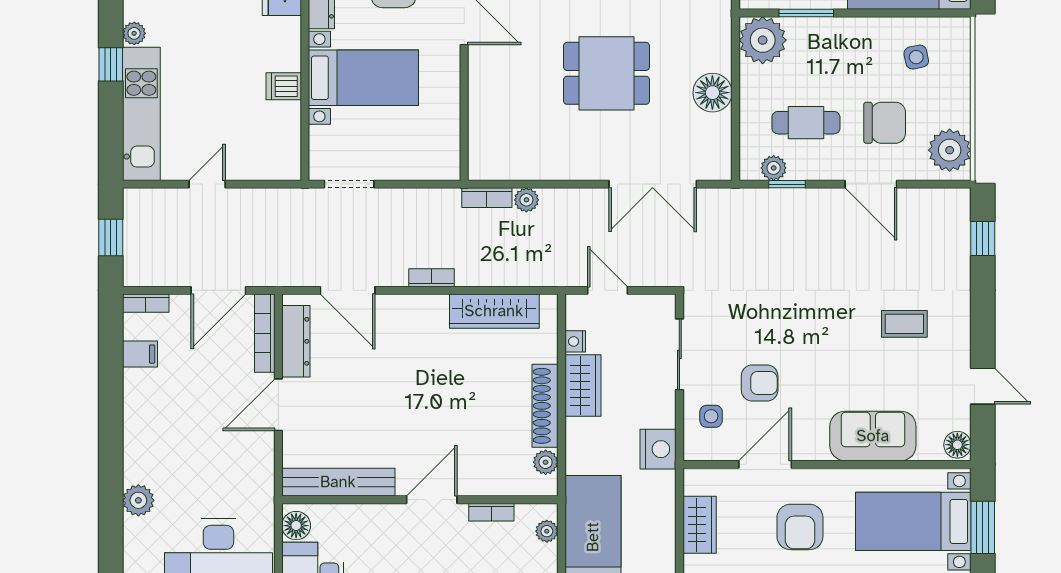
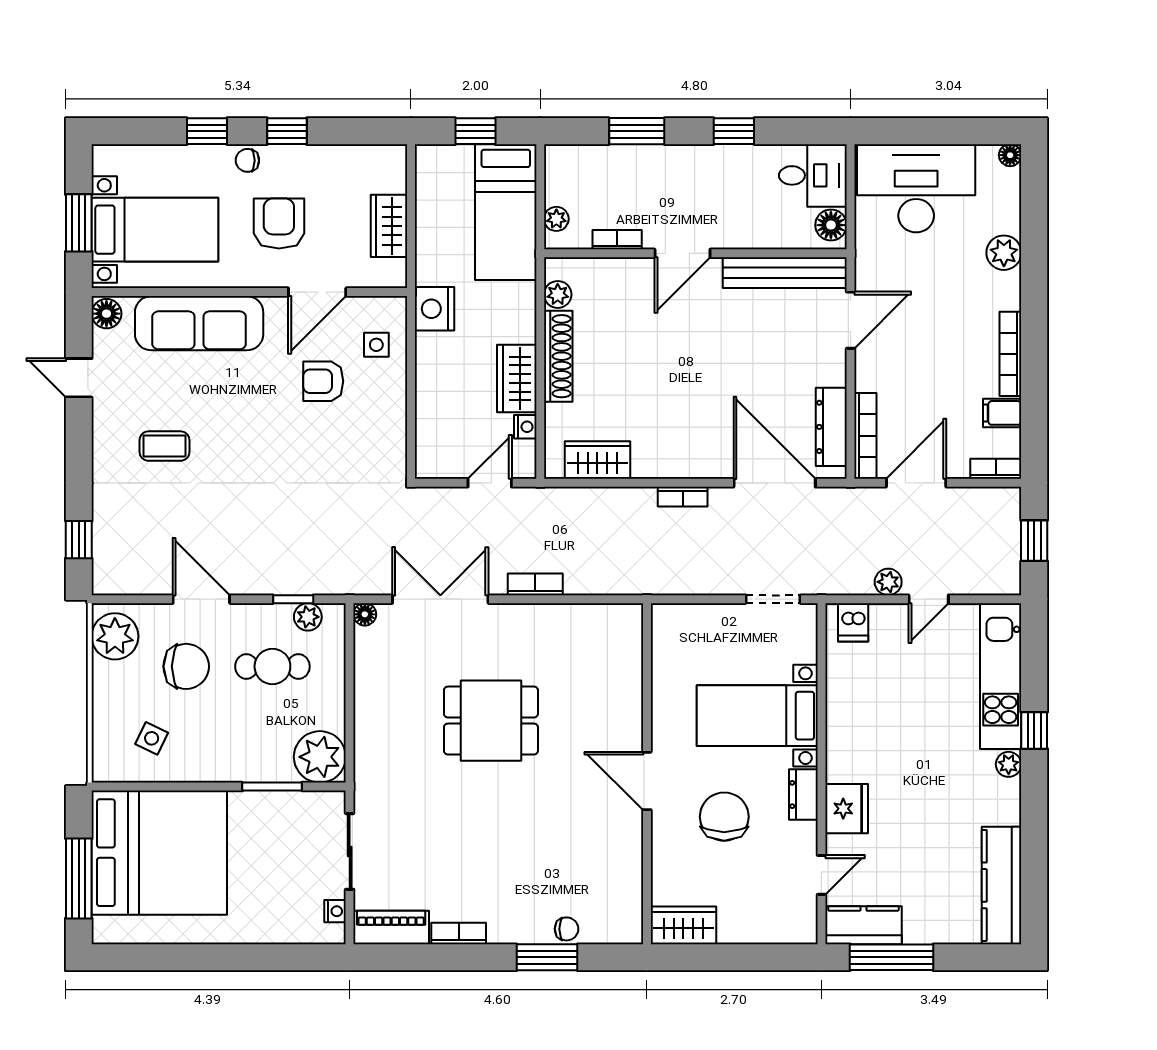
side table: (916, 57) -> (152, 738), turned 38
dishwasher: (284, 86) -> (853, 622), moved, turned 90
floor lamp: (712, 93) -> (365, 614), moved, width x0.53, depth x0.53
chair: (885, 123) -> (186, 666), turned 180
bookcase: (487, 198) -> (535, 584), moved
plant: (526, 200) -> (888, 582), moved
door: (348, 290) -> (775, 483), width x1.36
door: (608, 290) -> (490, 483), swing flipped
wardrobe: (494, 311) -> (597, 460), width x0.67
sliding door: (679, 354) -> (411, 413), removed
door: (278, 405) -> (851, 320), moved
bookcase: (132, 408) -> (1010, 354), added
sofa: (873, 436) -> (199, 323), width x1.36

